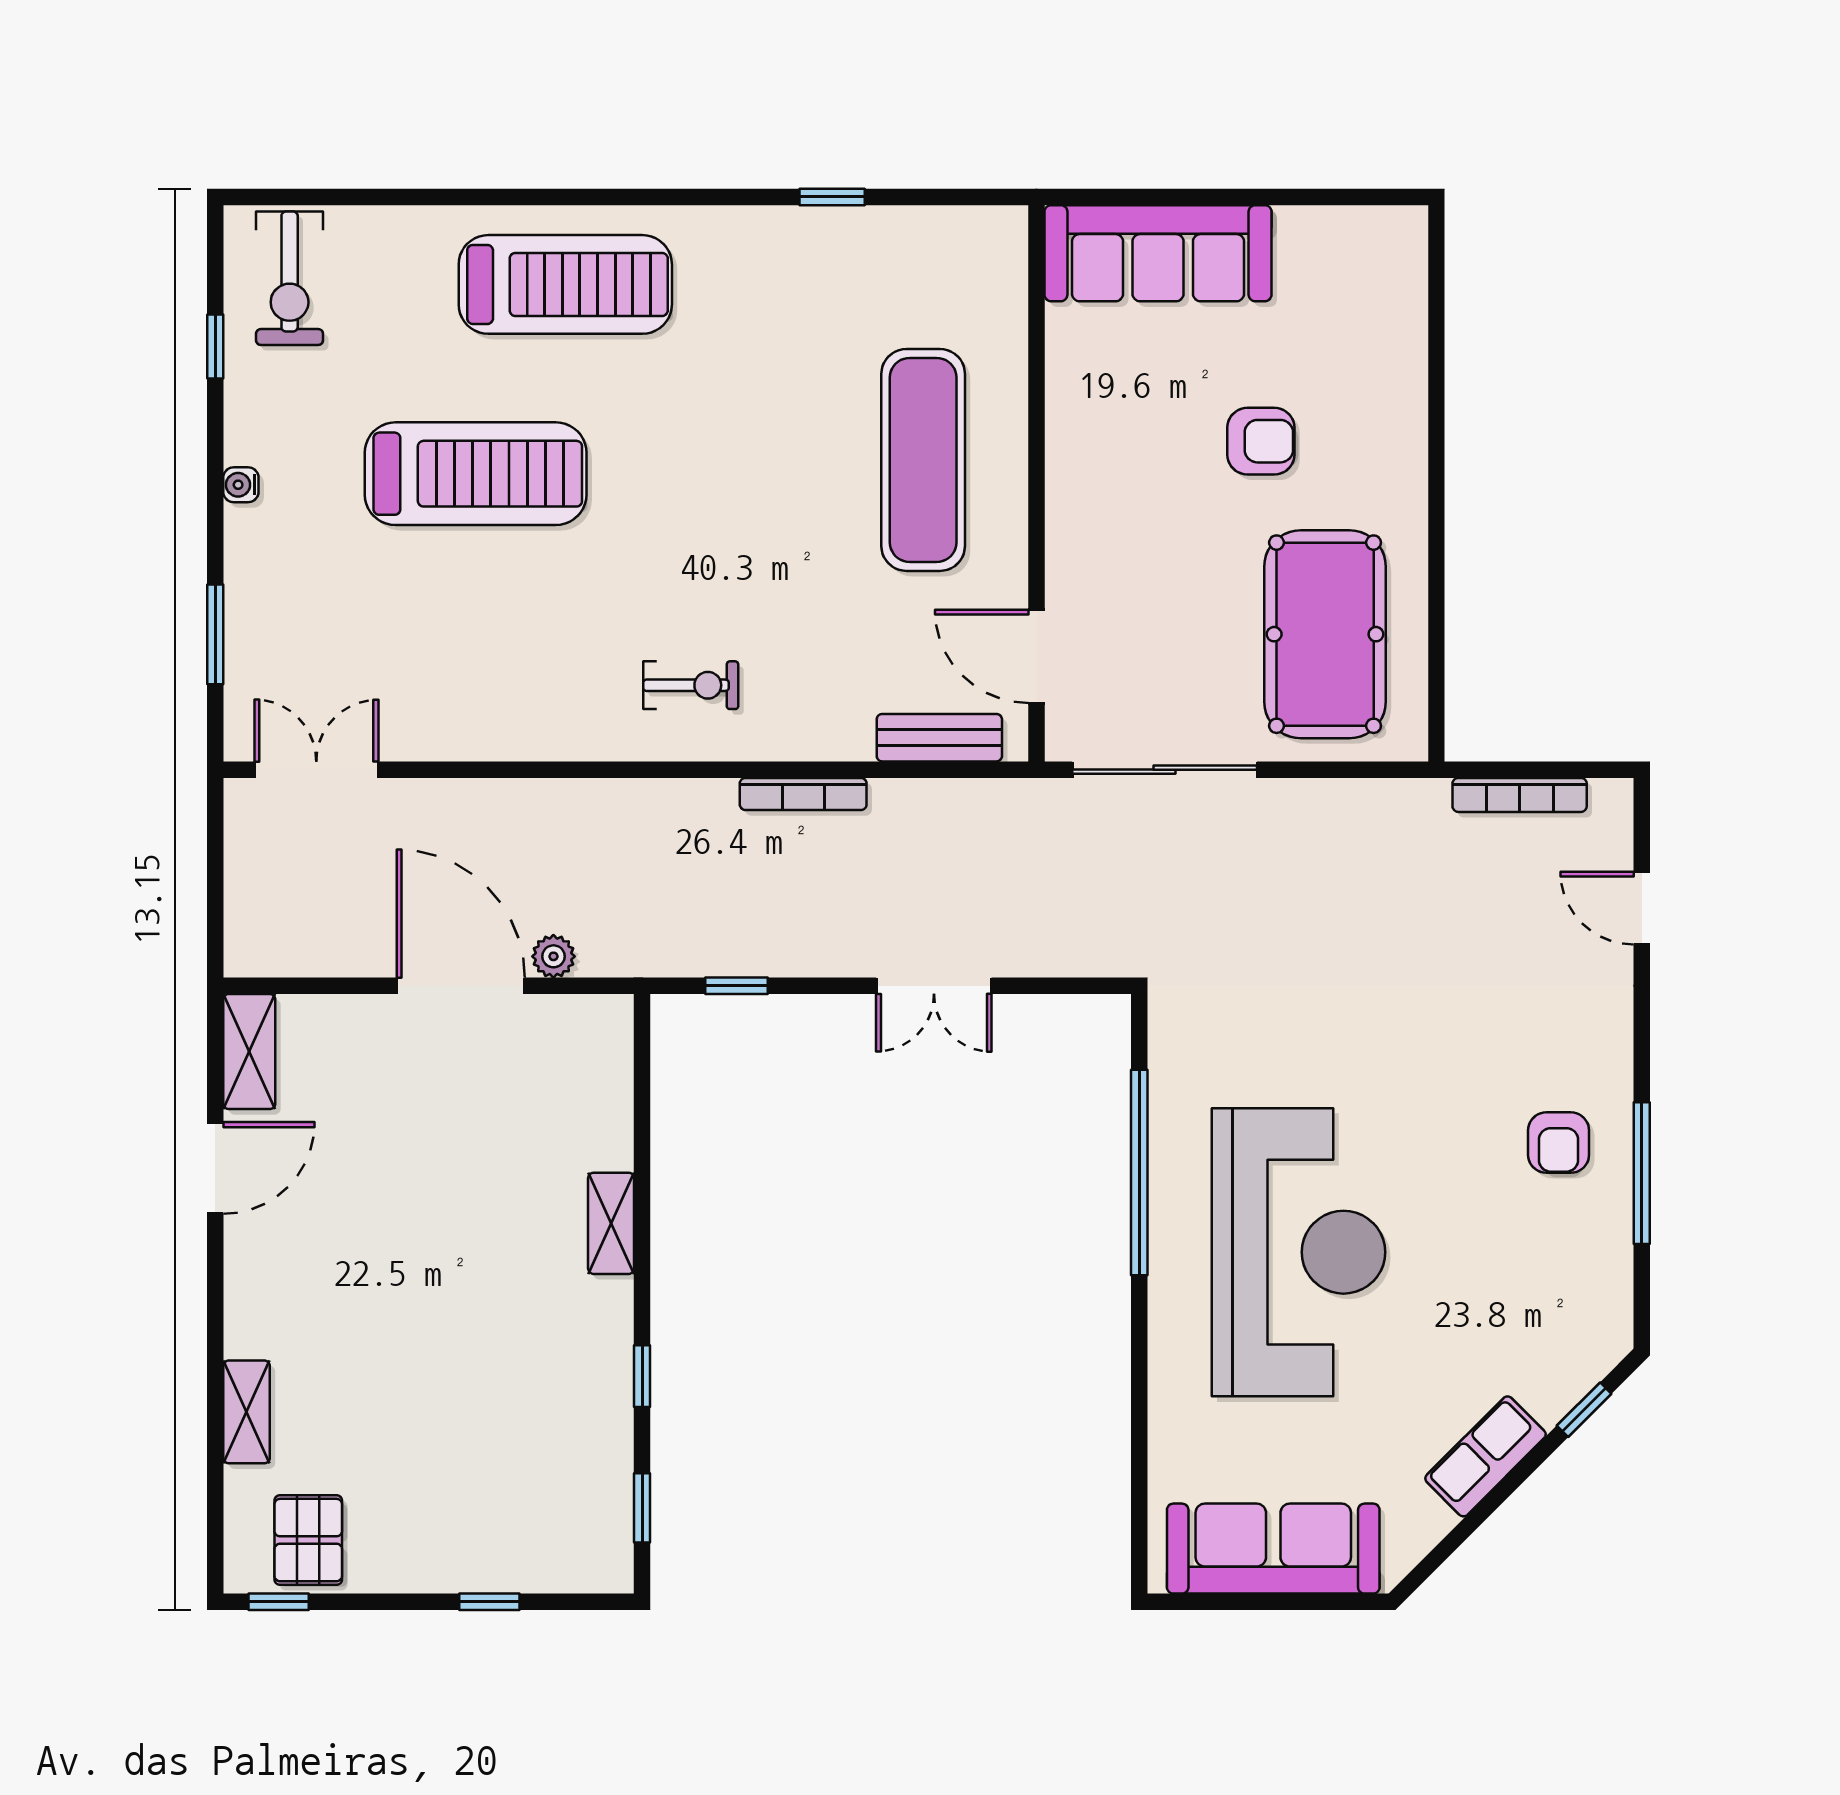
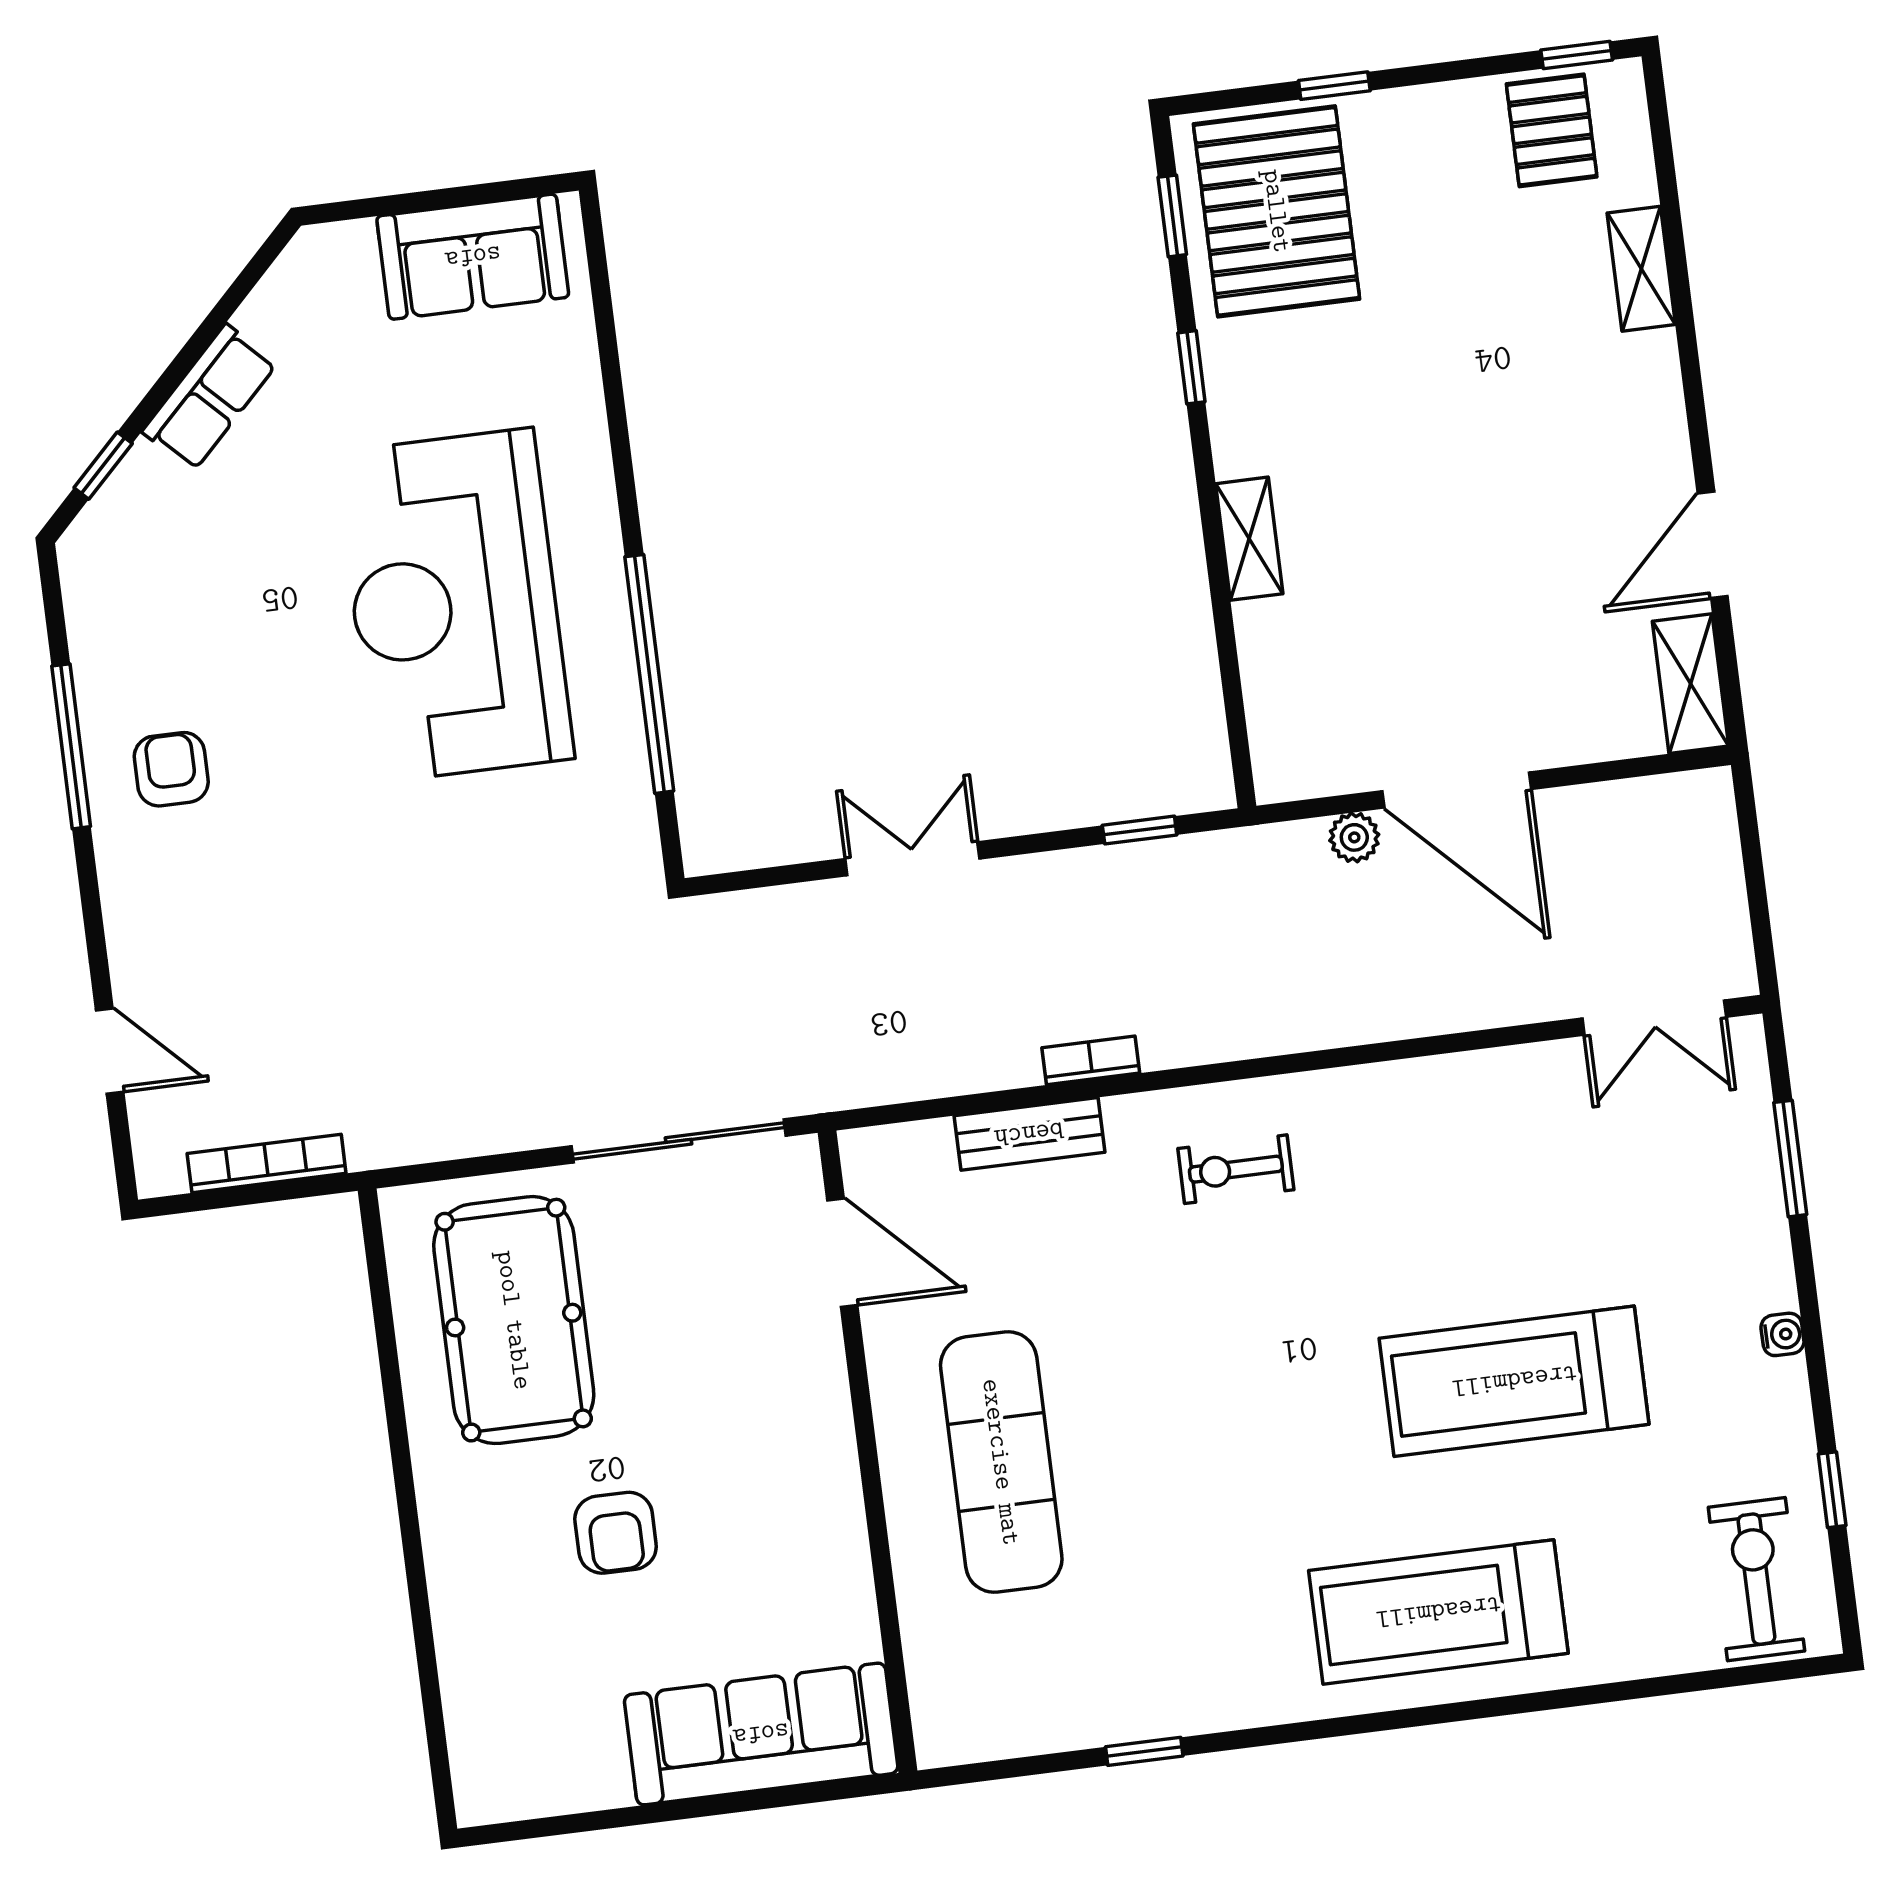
armchair: (1261, 441) -> (616, 1533), turned -90
bench: (939, 738) -> (1029, 1134), moved
bookcase: (803, 794) -> (1091, 1060), width x0.64
pallet: (552, 1500) -> (1277, 211), added
sofa: (1273, 1549) -> (473, 257), width x0.73

